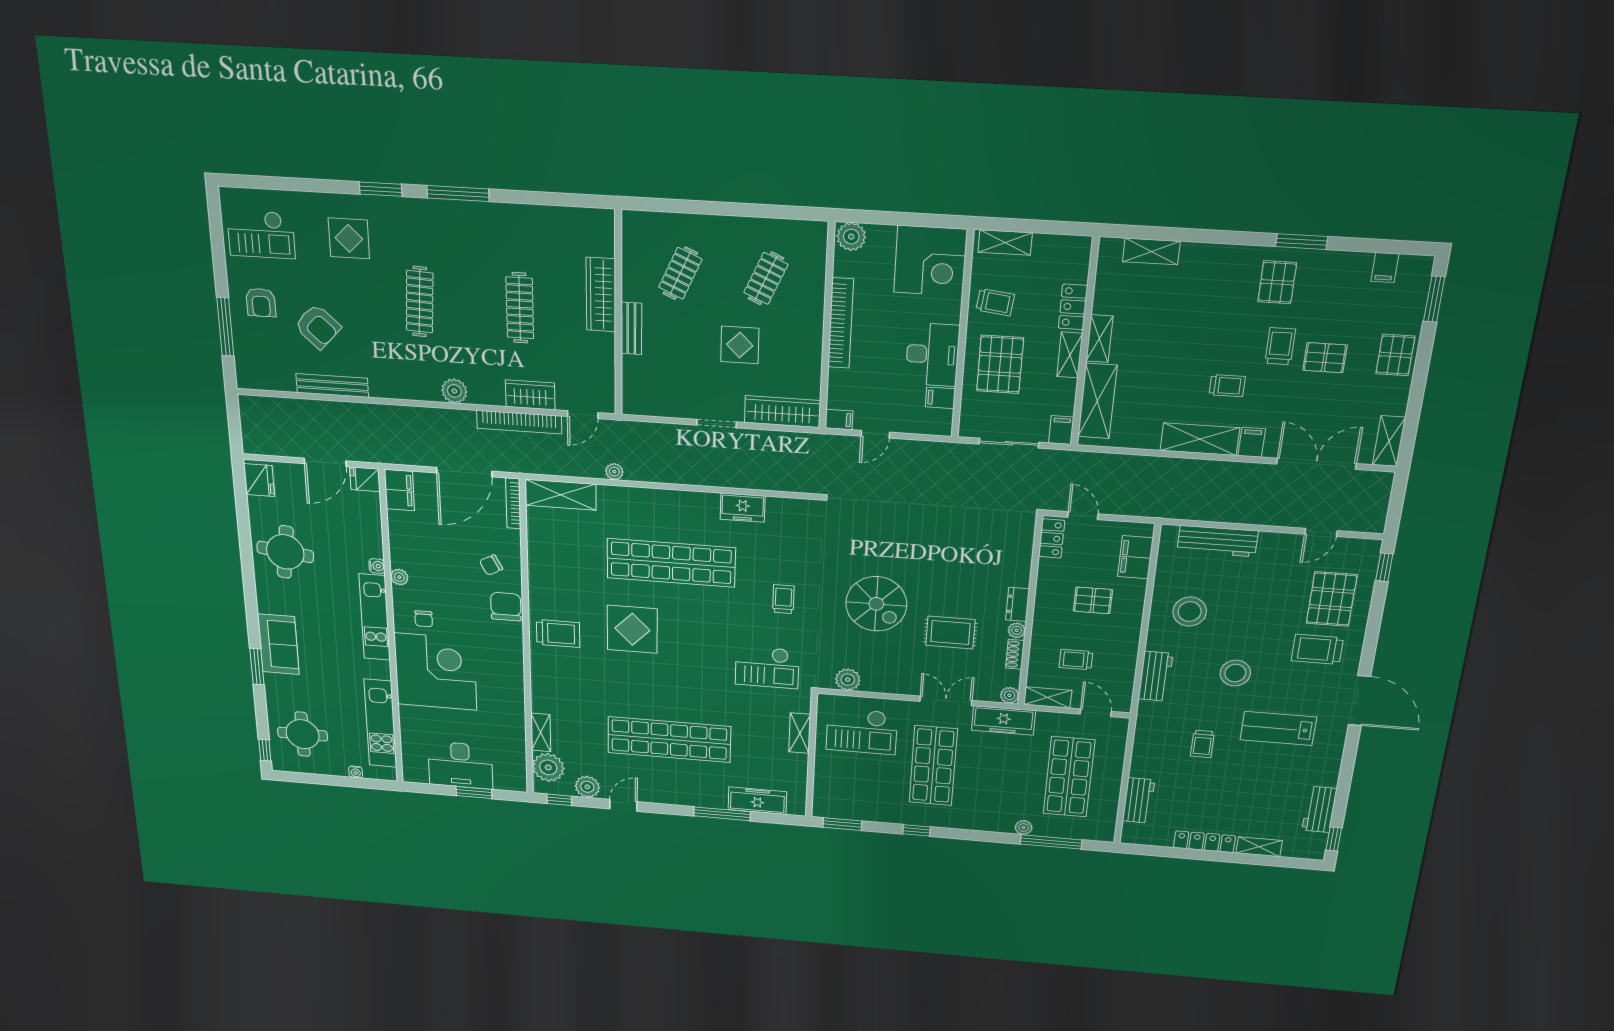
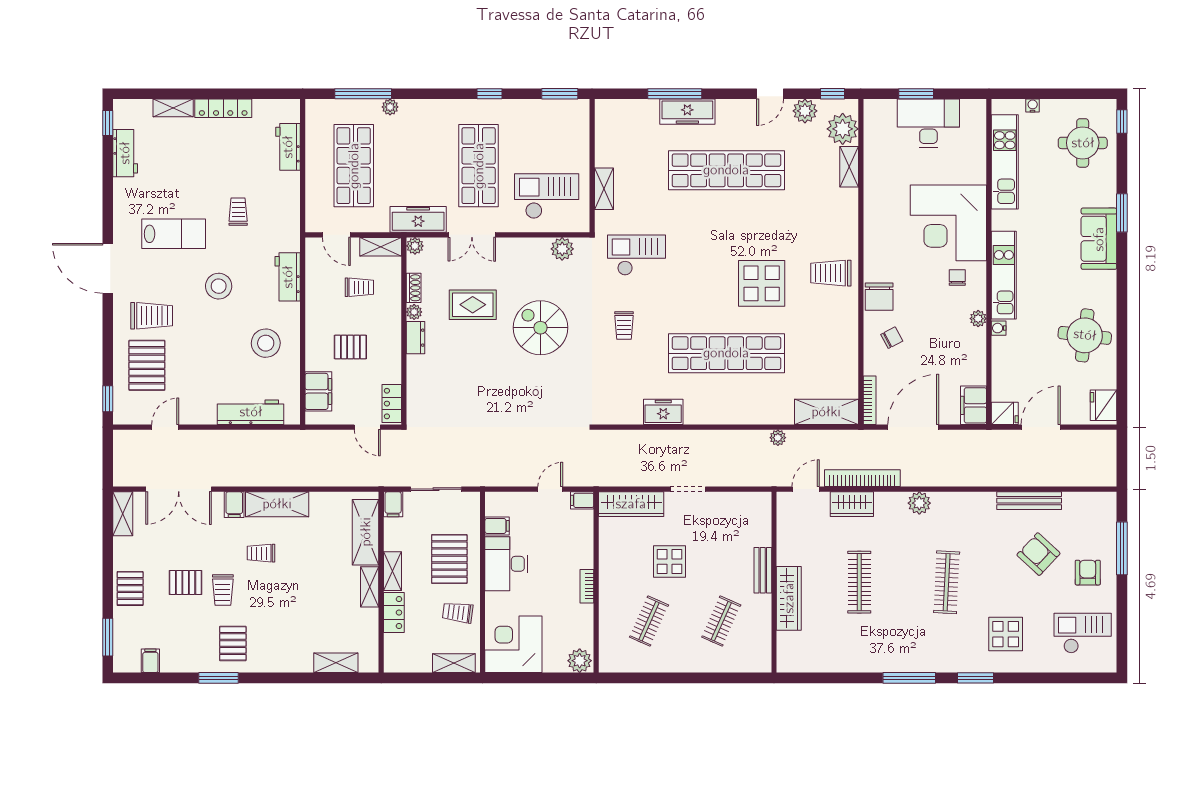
bookcase: (841, 323) -> (587, 586), width x0.43, depth x0.76
freezer: (757, 801) -> (687, 112), moved

